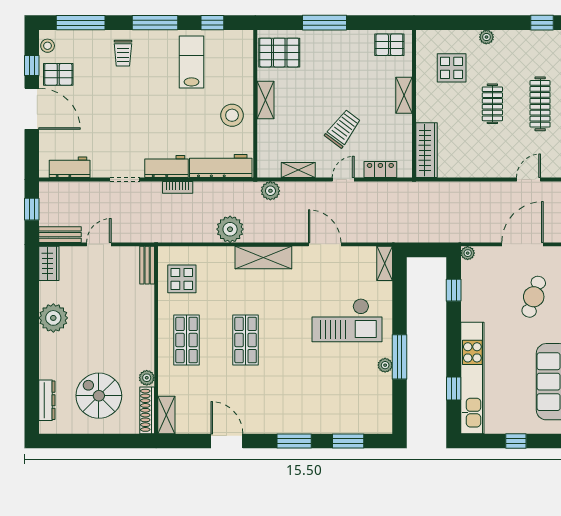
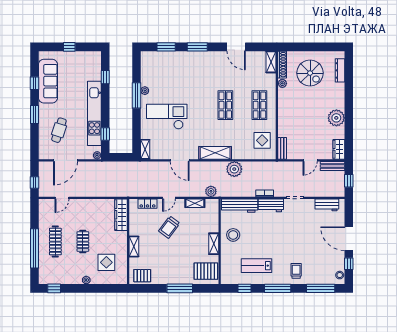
lab bench: (191, 62) -> (257, 266), turned 90
pallet: (58, 74) -> (333, 259), removed
kitchen unit: (472, 378) -> (94, 113), moved

